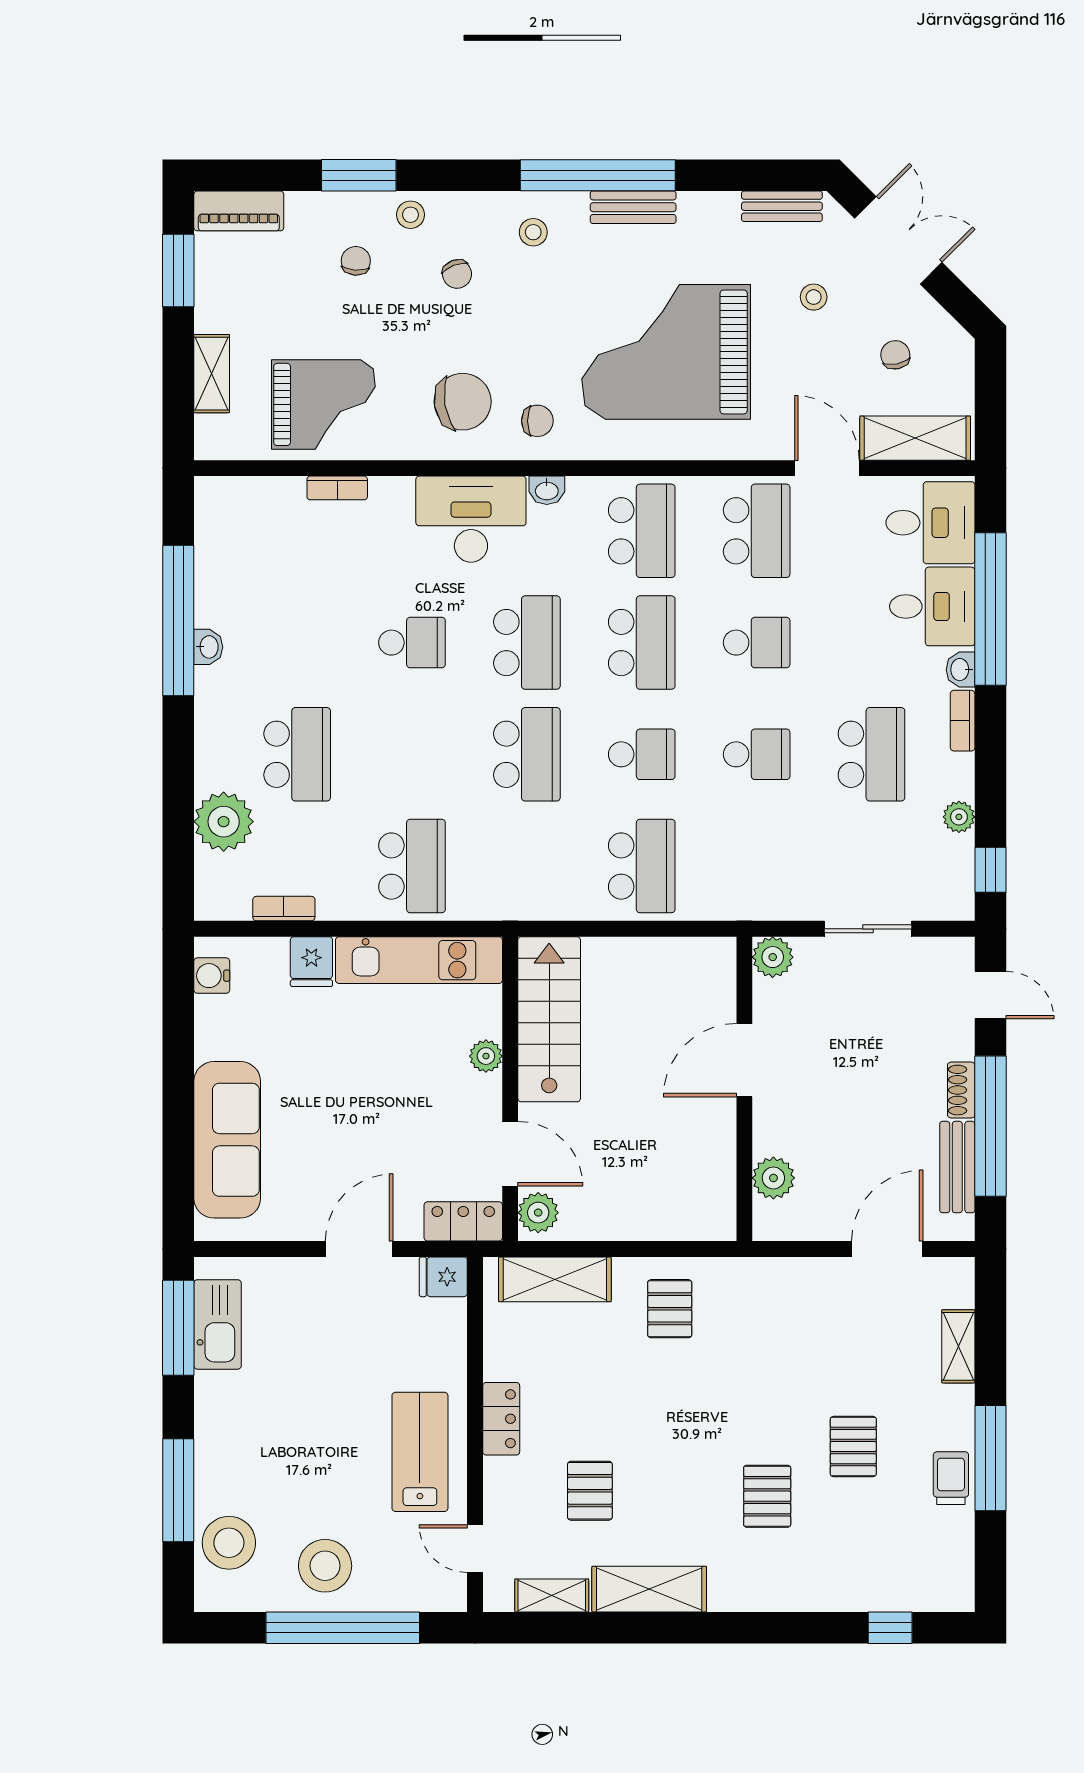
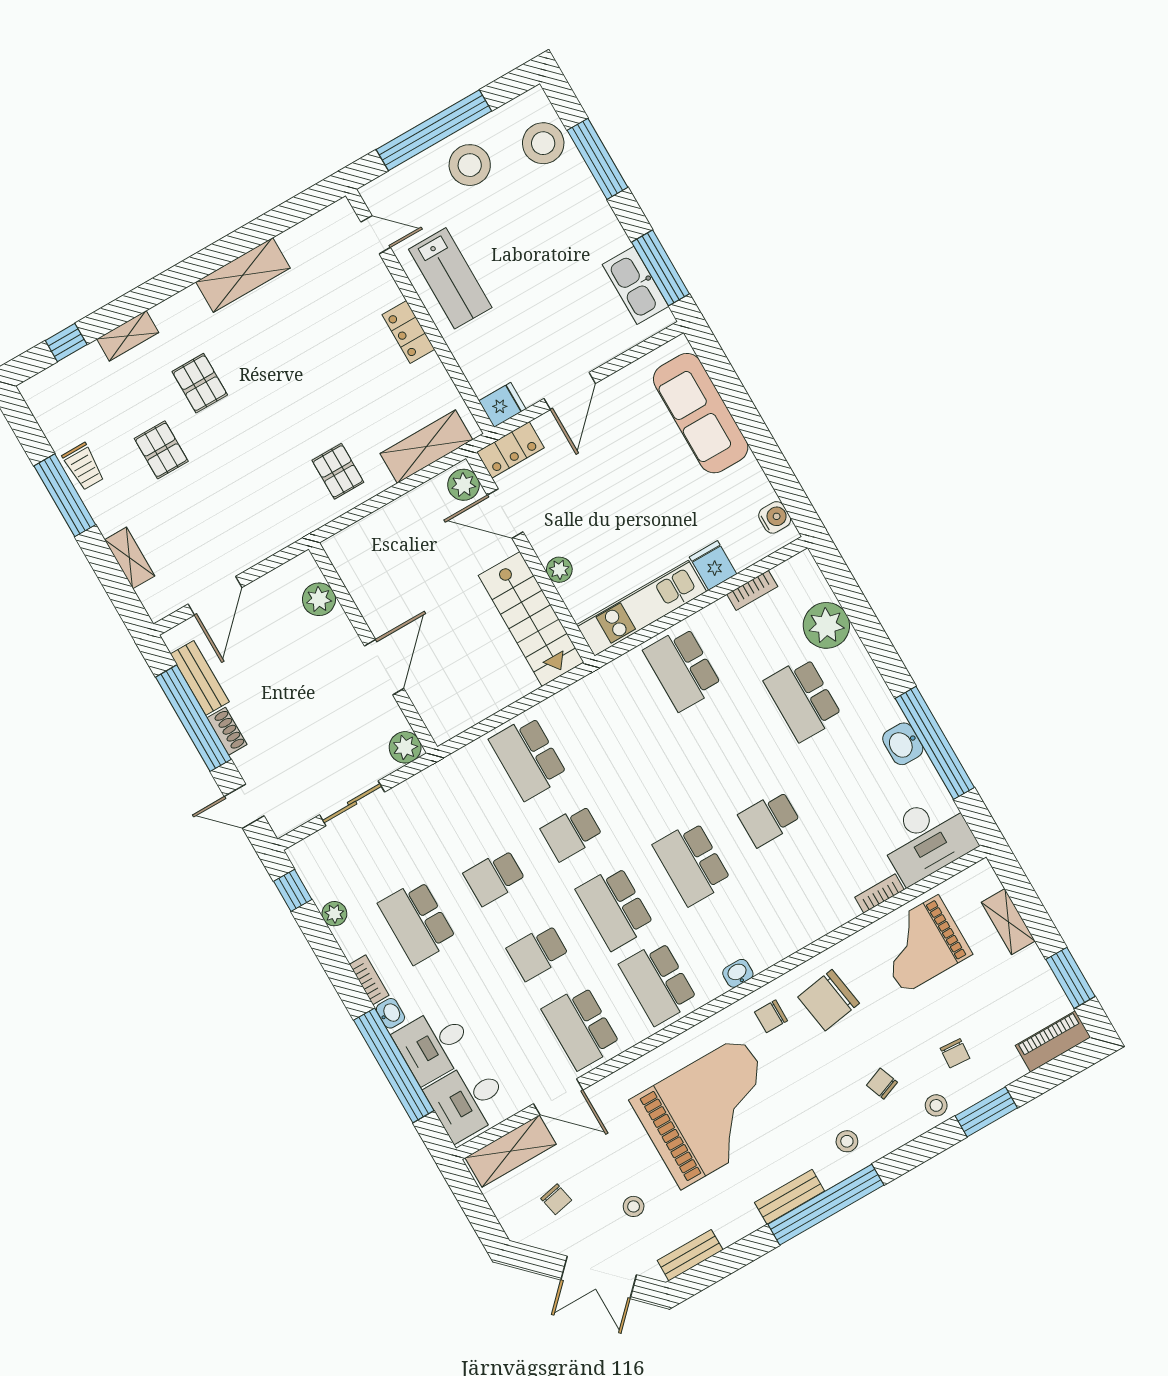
desk: (471, 519) -> (927, 838), moved
washbasin: (208, 647) -> (903, 744), width x1.38, depth x1.45
school desk: (527, 754) -> (649, 788), removed
pallet: (590, 1491) -> (321, 318), removed
shelving: (552, 1595) -> (128, 336), moved

